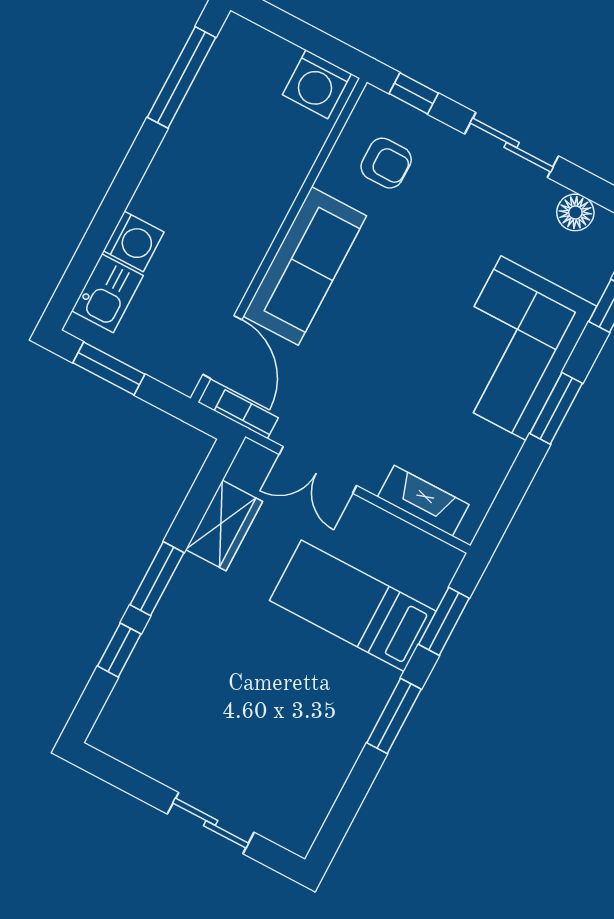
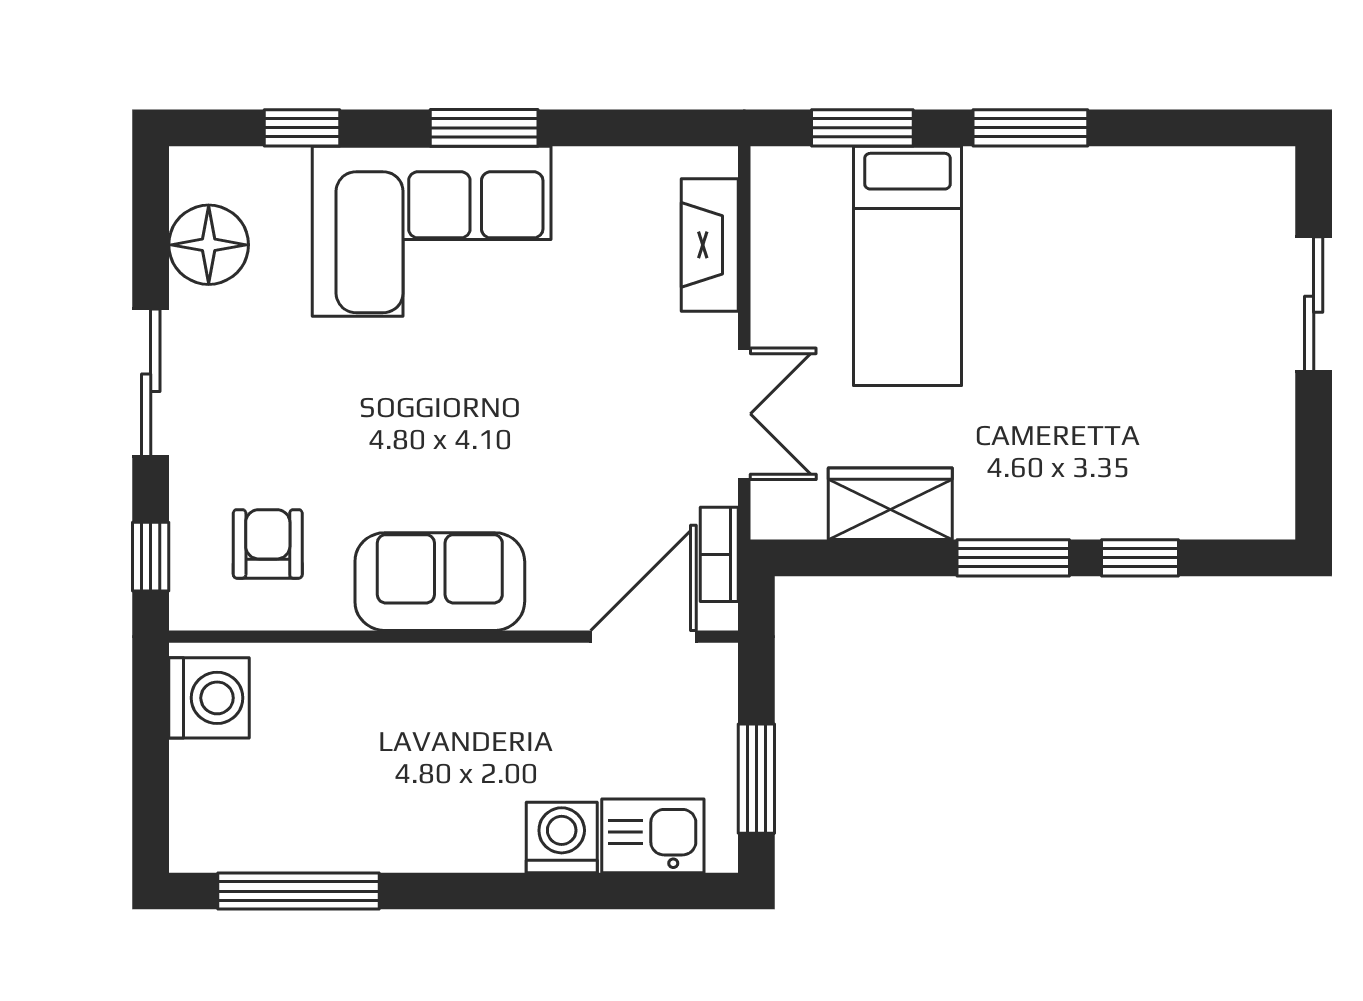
floor lamp: (575, 212) -> (209, 245), width x1.38, depth x1.38
sofa: (305, 266) -> (440, 582), width x0.73

